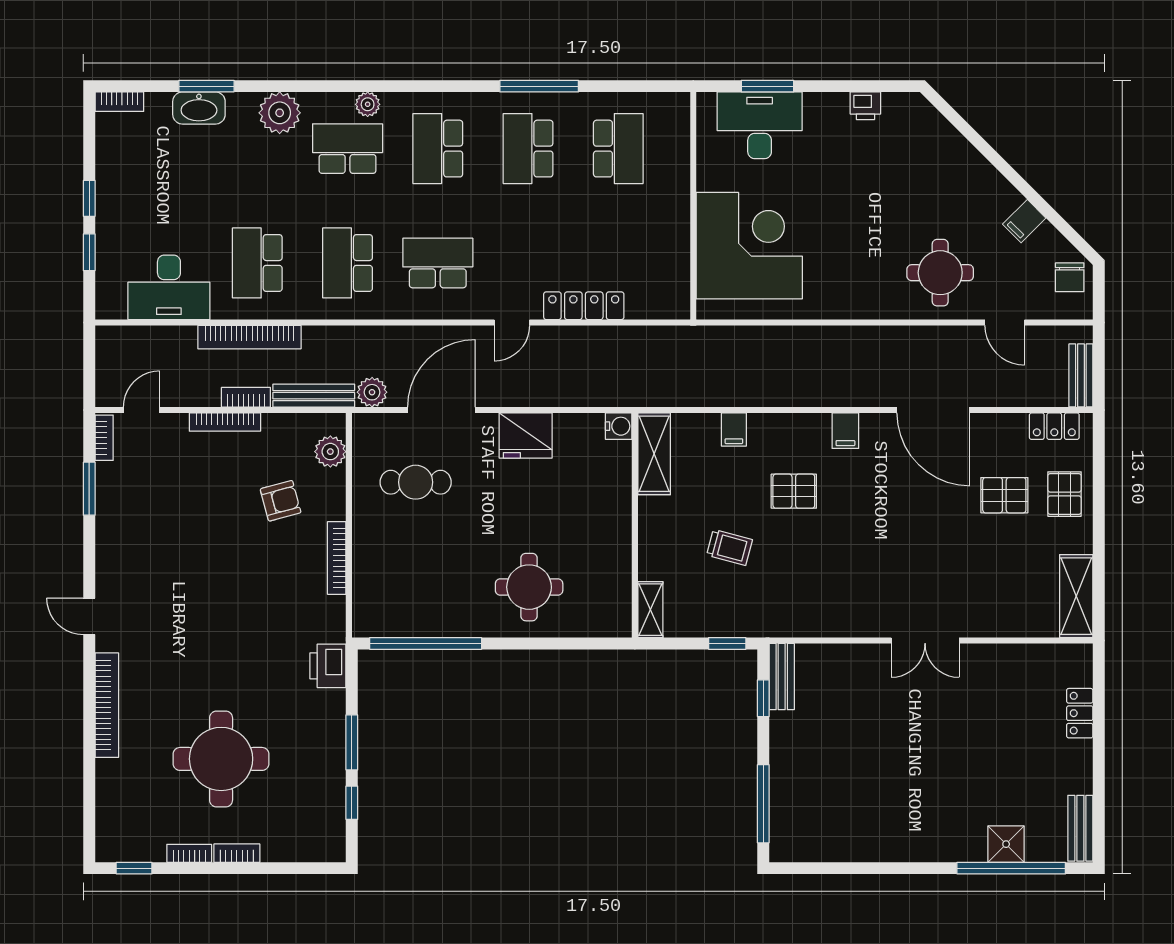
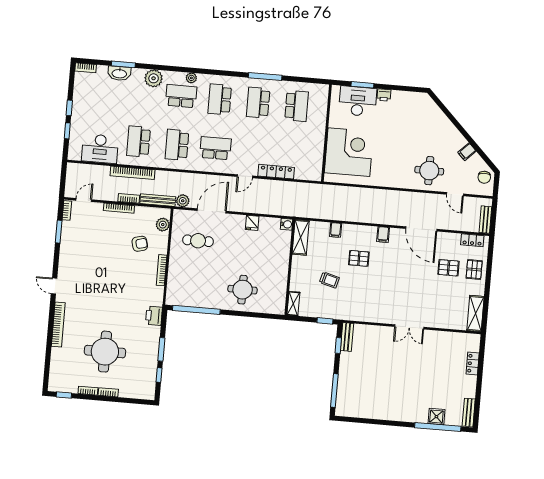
printer: (865, 106) -> (384, 95), moved
fridge: (526, 435) -> (252, 223), width x0.53, depth x0.75

